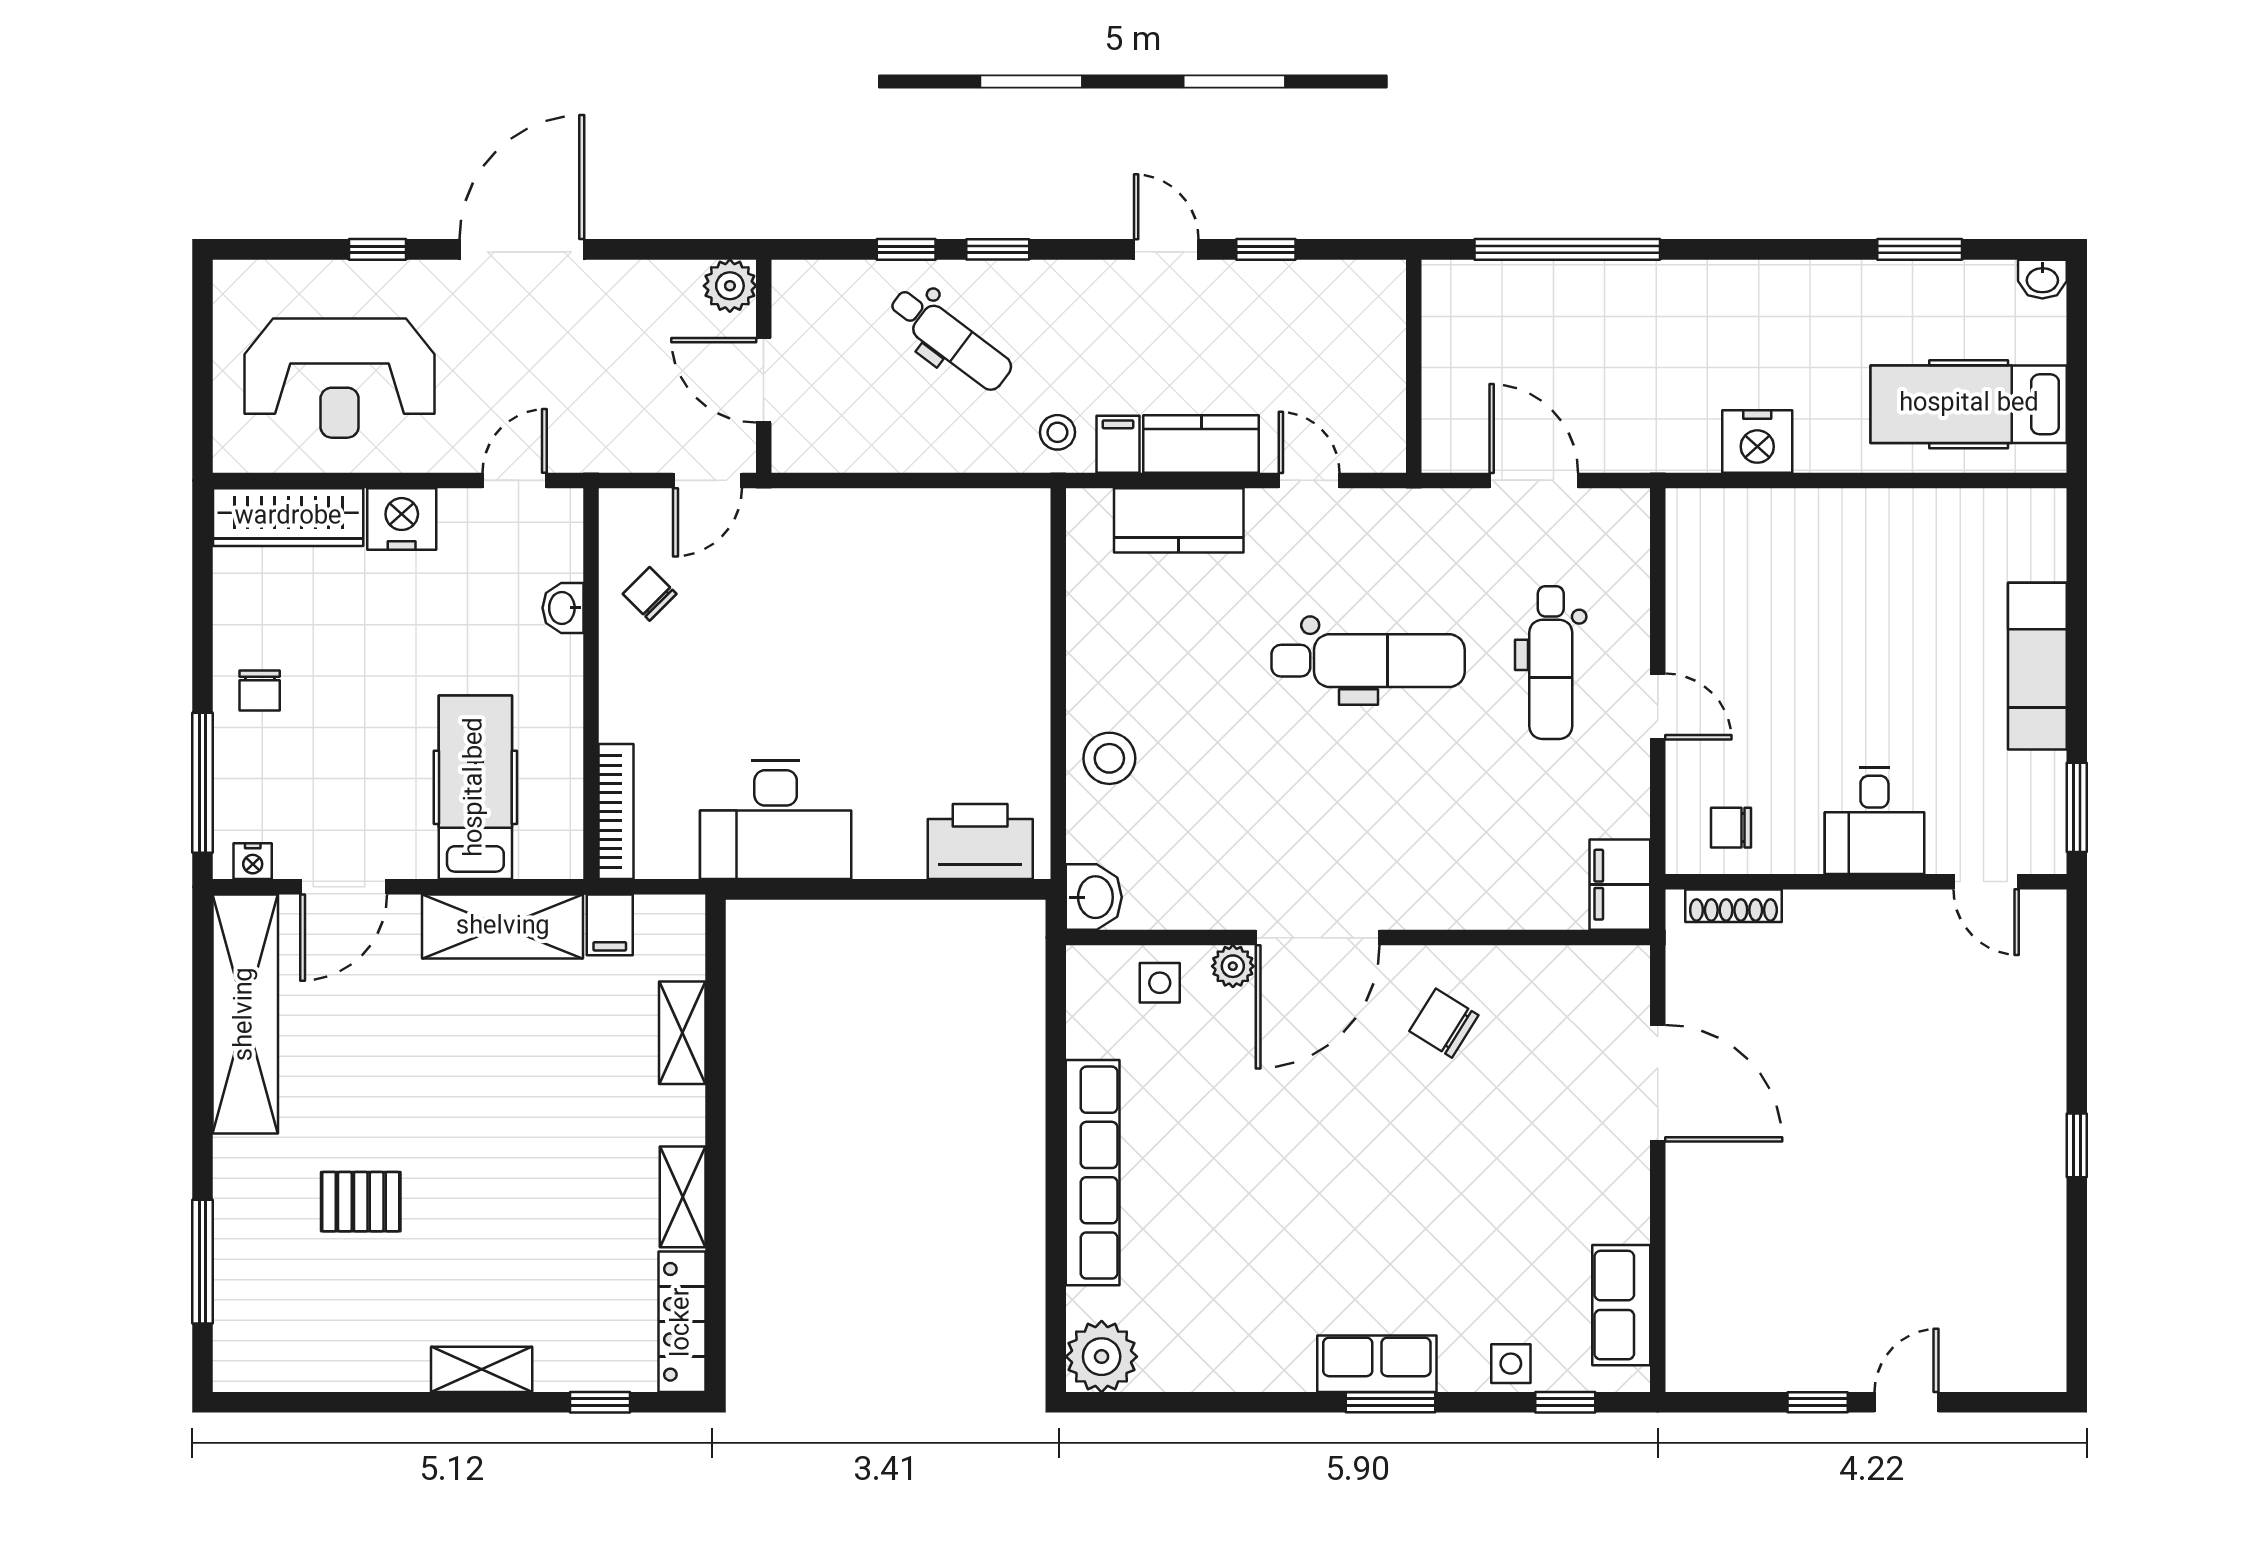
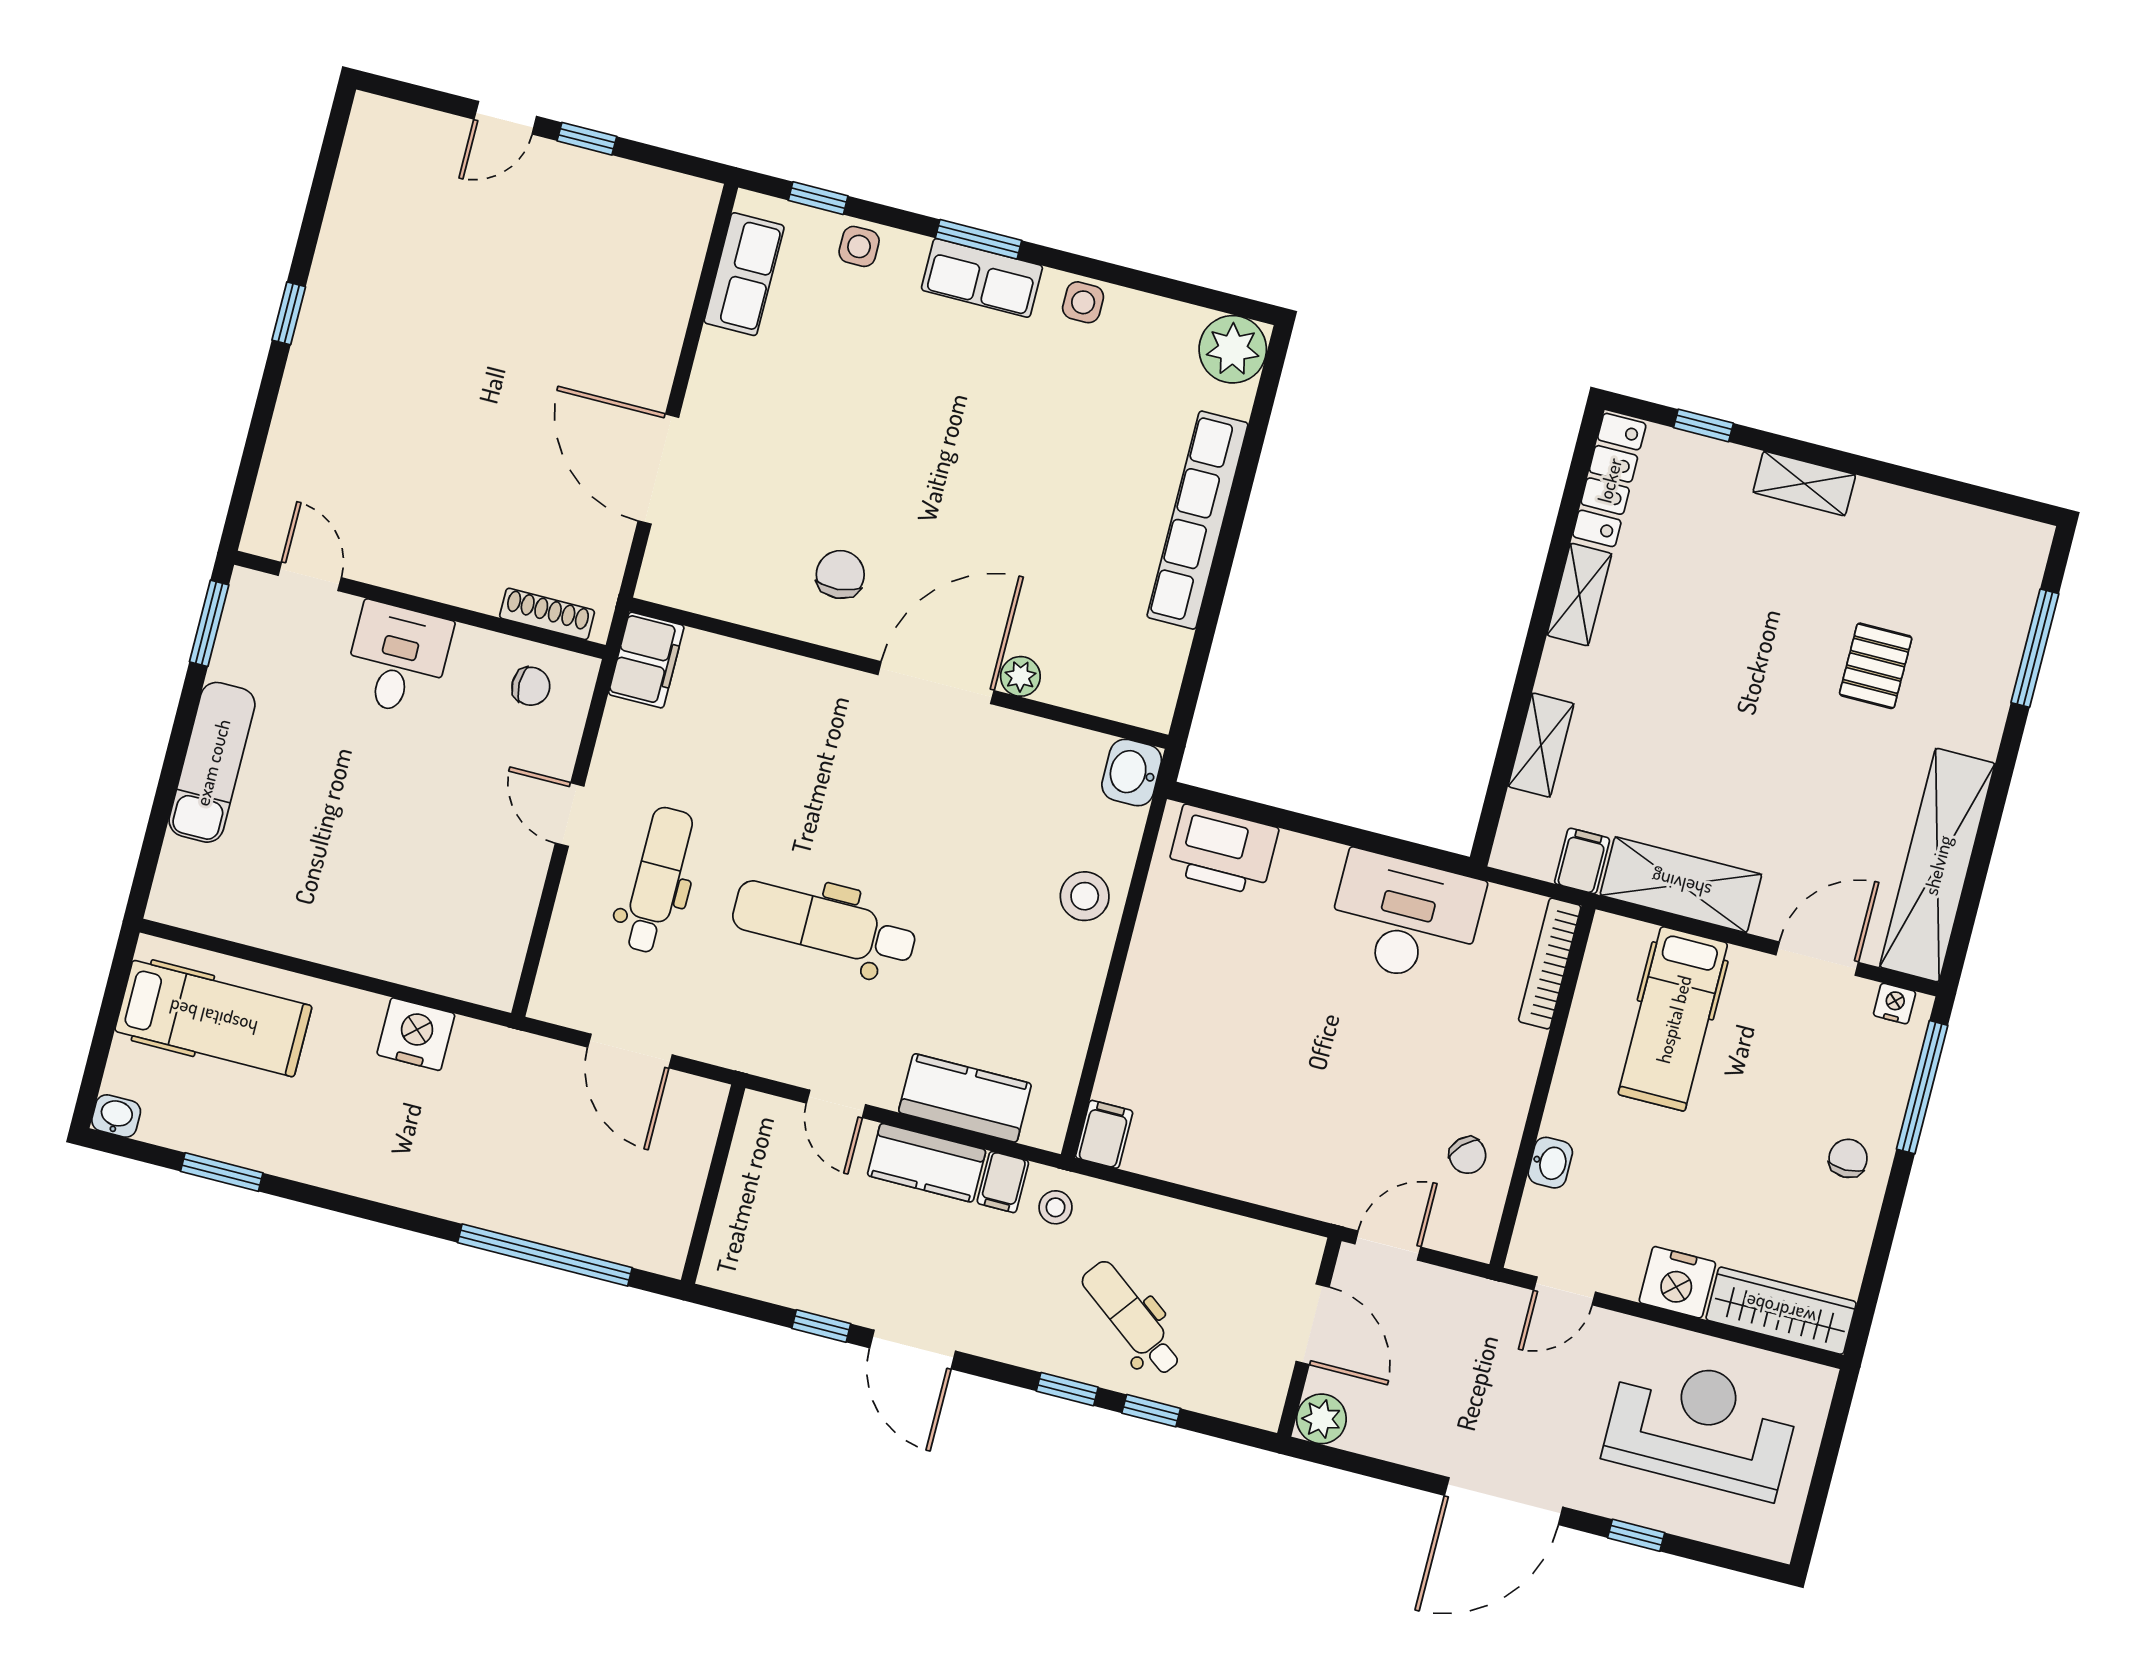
door: (1166, 249) -> (913, 1349), width x1.38
filing cabinet: (1027, 520) -> (1104, 1134), added
side table: (1160, 983) -> (1083, 302), moved
chair: (1444, 1023) -> (840, 575), turned -127
pallet: (361, 1202) -> (1876, 666), turned 90

